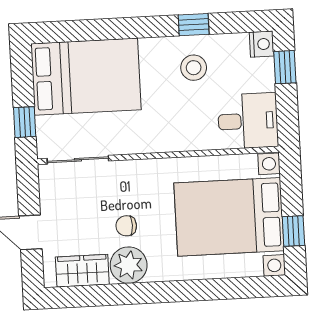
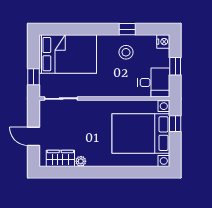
window: (285, 67) -> (175, 66), moved
chair: (126, 226) -> (85, 135), removed
window: (293, 231) -> (175, 124), moved
plant: (129, 265) -> (81, 161), width x0.53, depth x0.53

